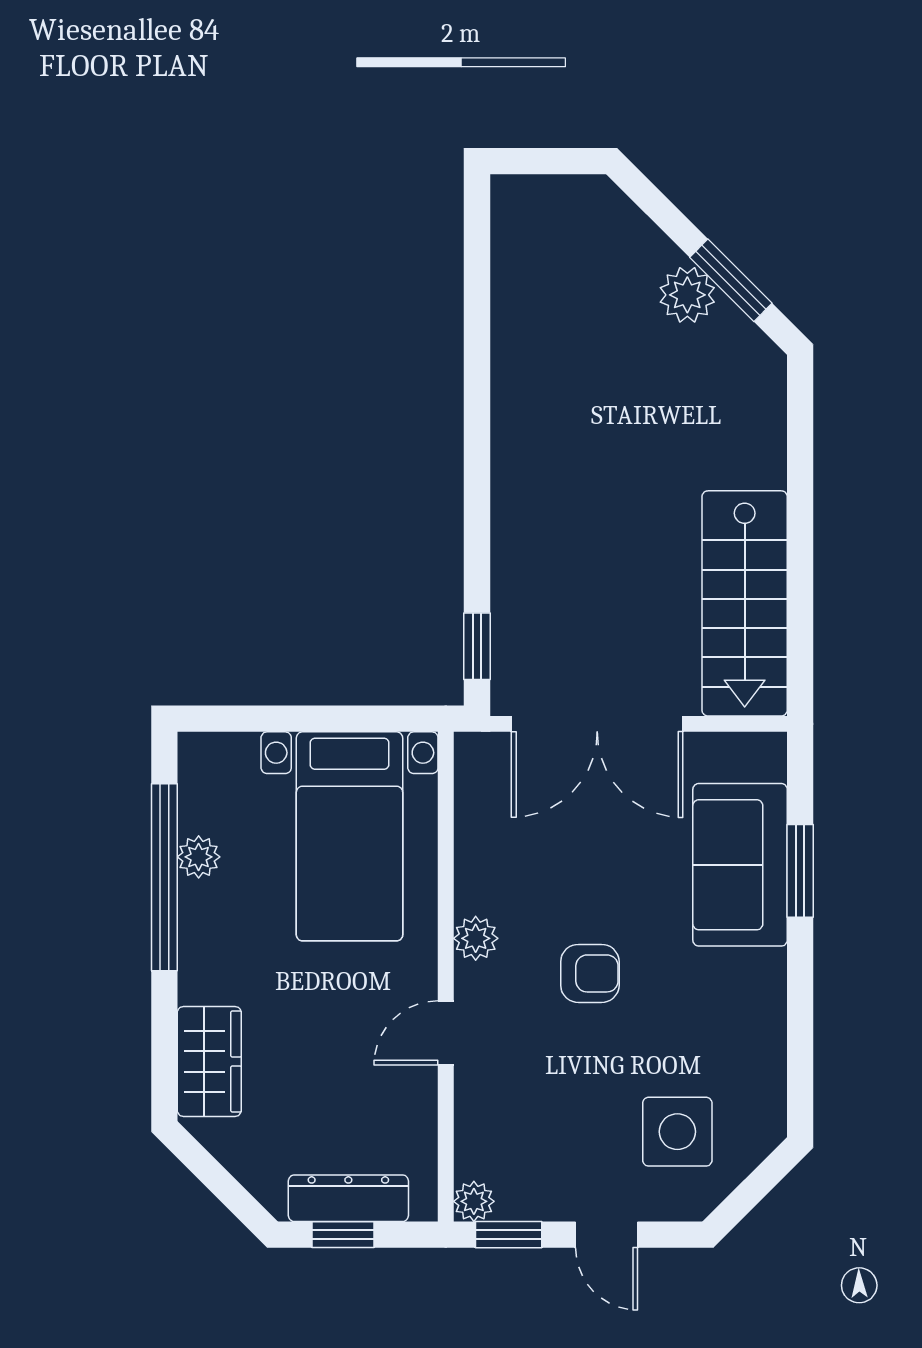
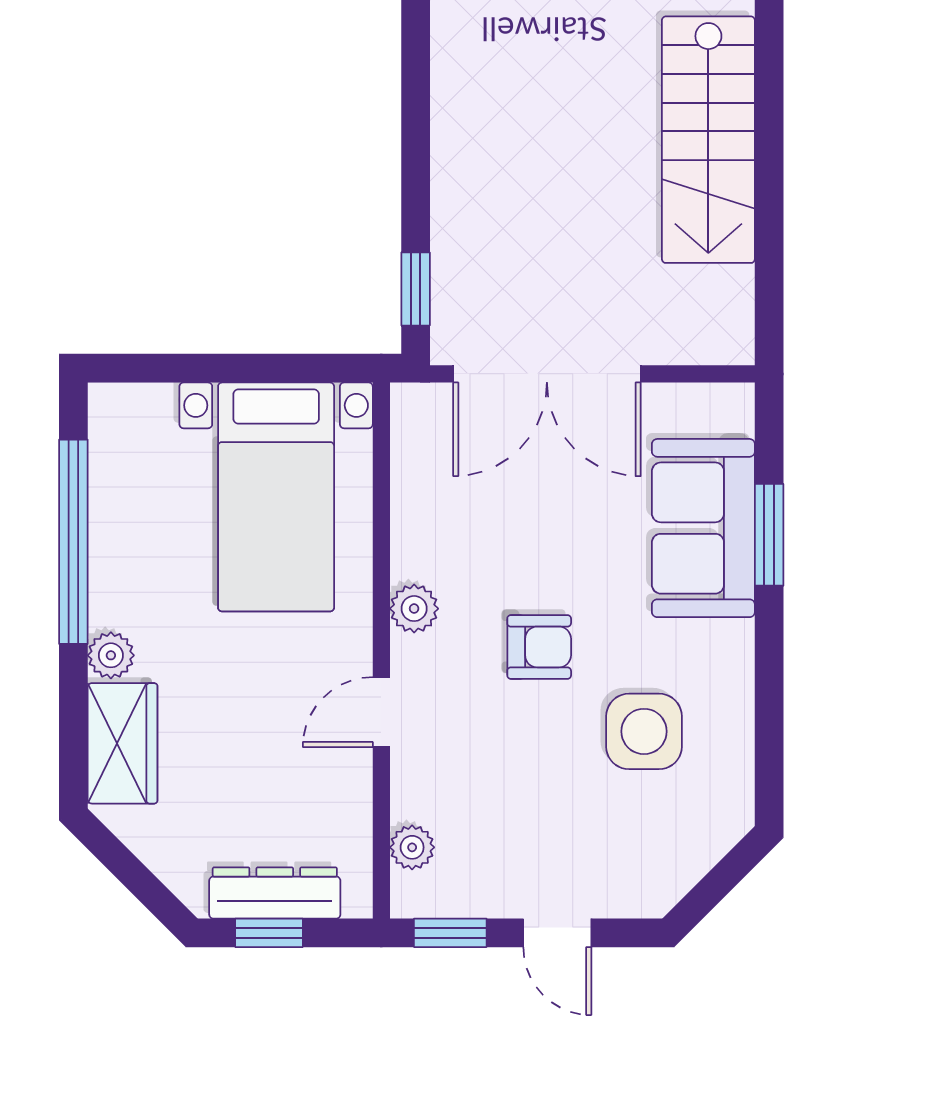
stairs: (745, 603) -> (708, 140), moved
plant: (199, 857) -> (111, 655), moved
side table: (677, 1132) -> (644, 731), moved
plant: (474, 1201) -> (412, 847), moved

